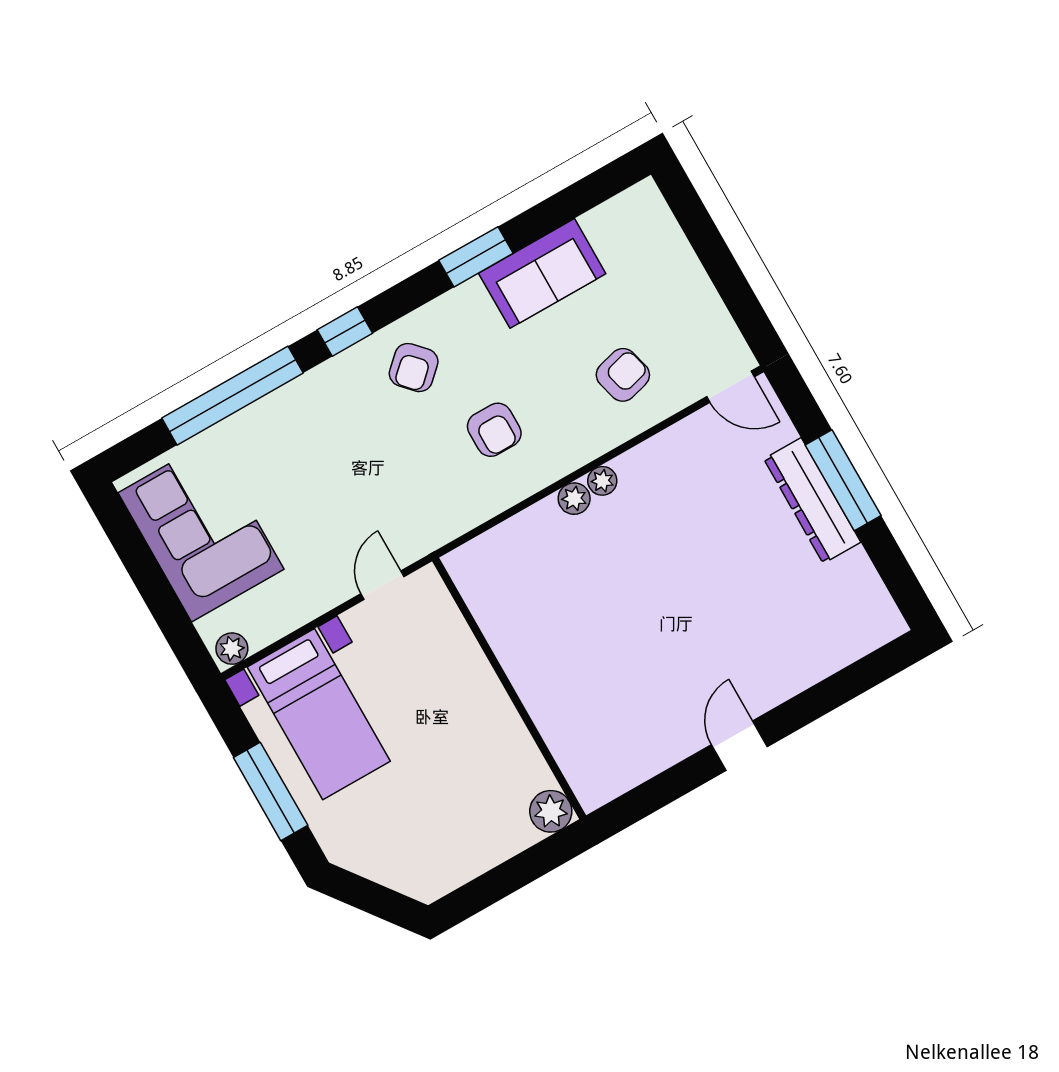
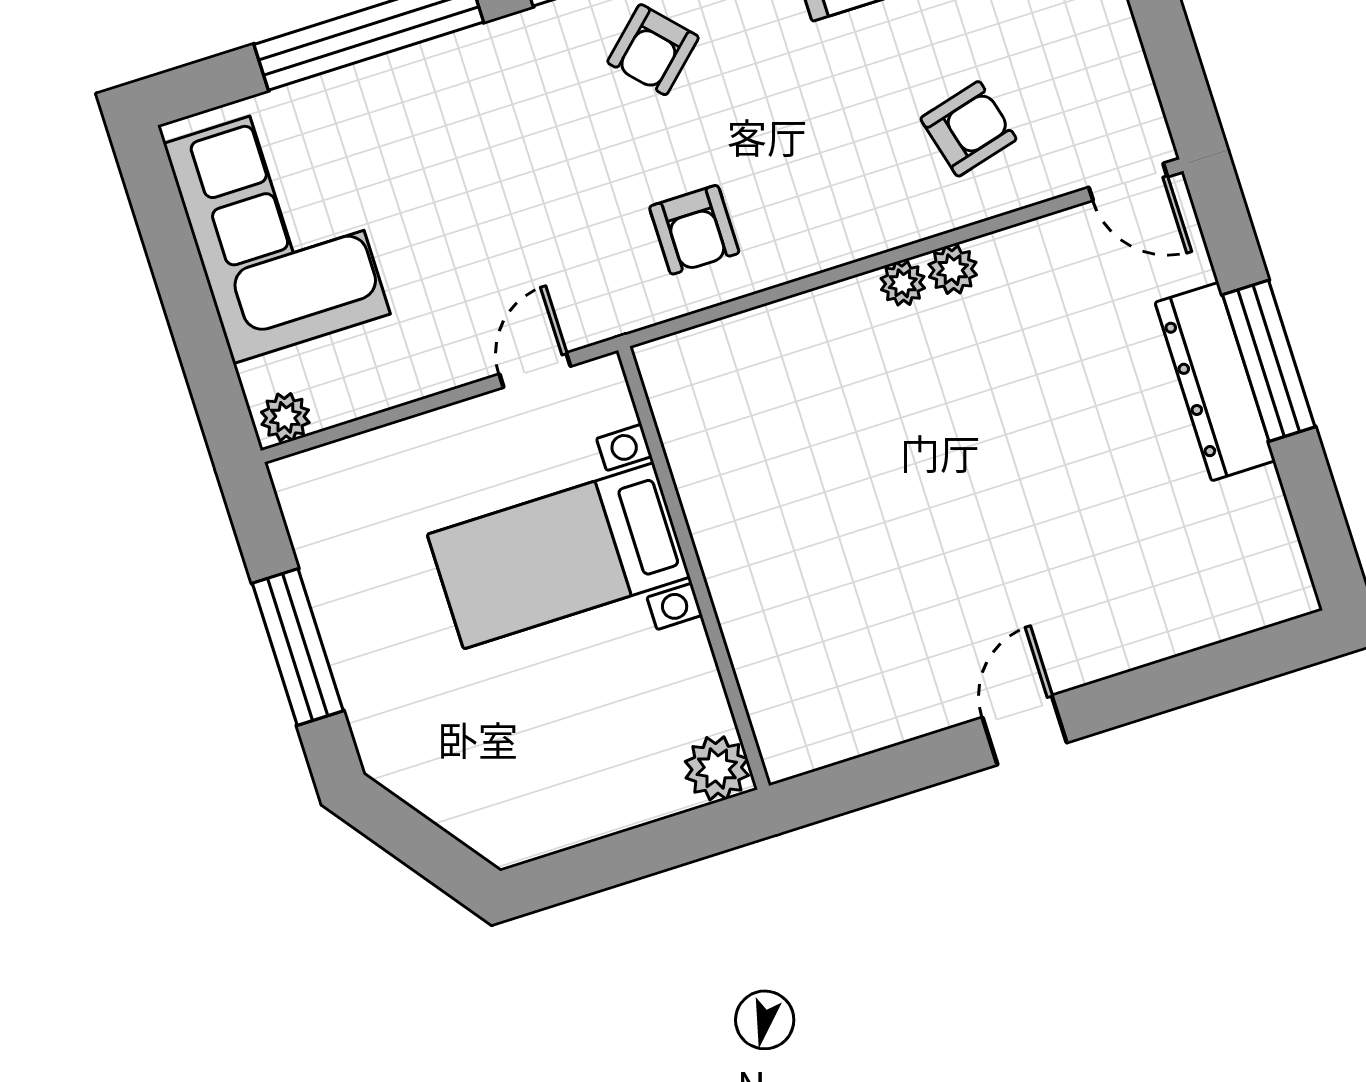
armchair: (494, 430) -> (694, 230), moved
plant: (574, 499) -> (953, 270), moved
bed with nightstands: (319, 714) -> (559, 556), moved, turned 90

